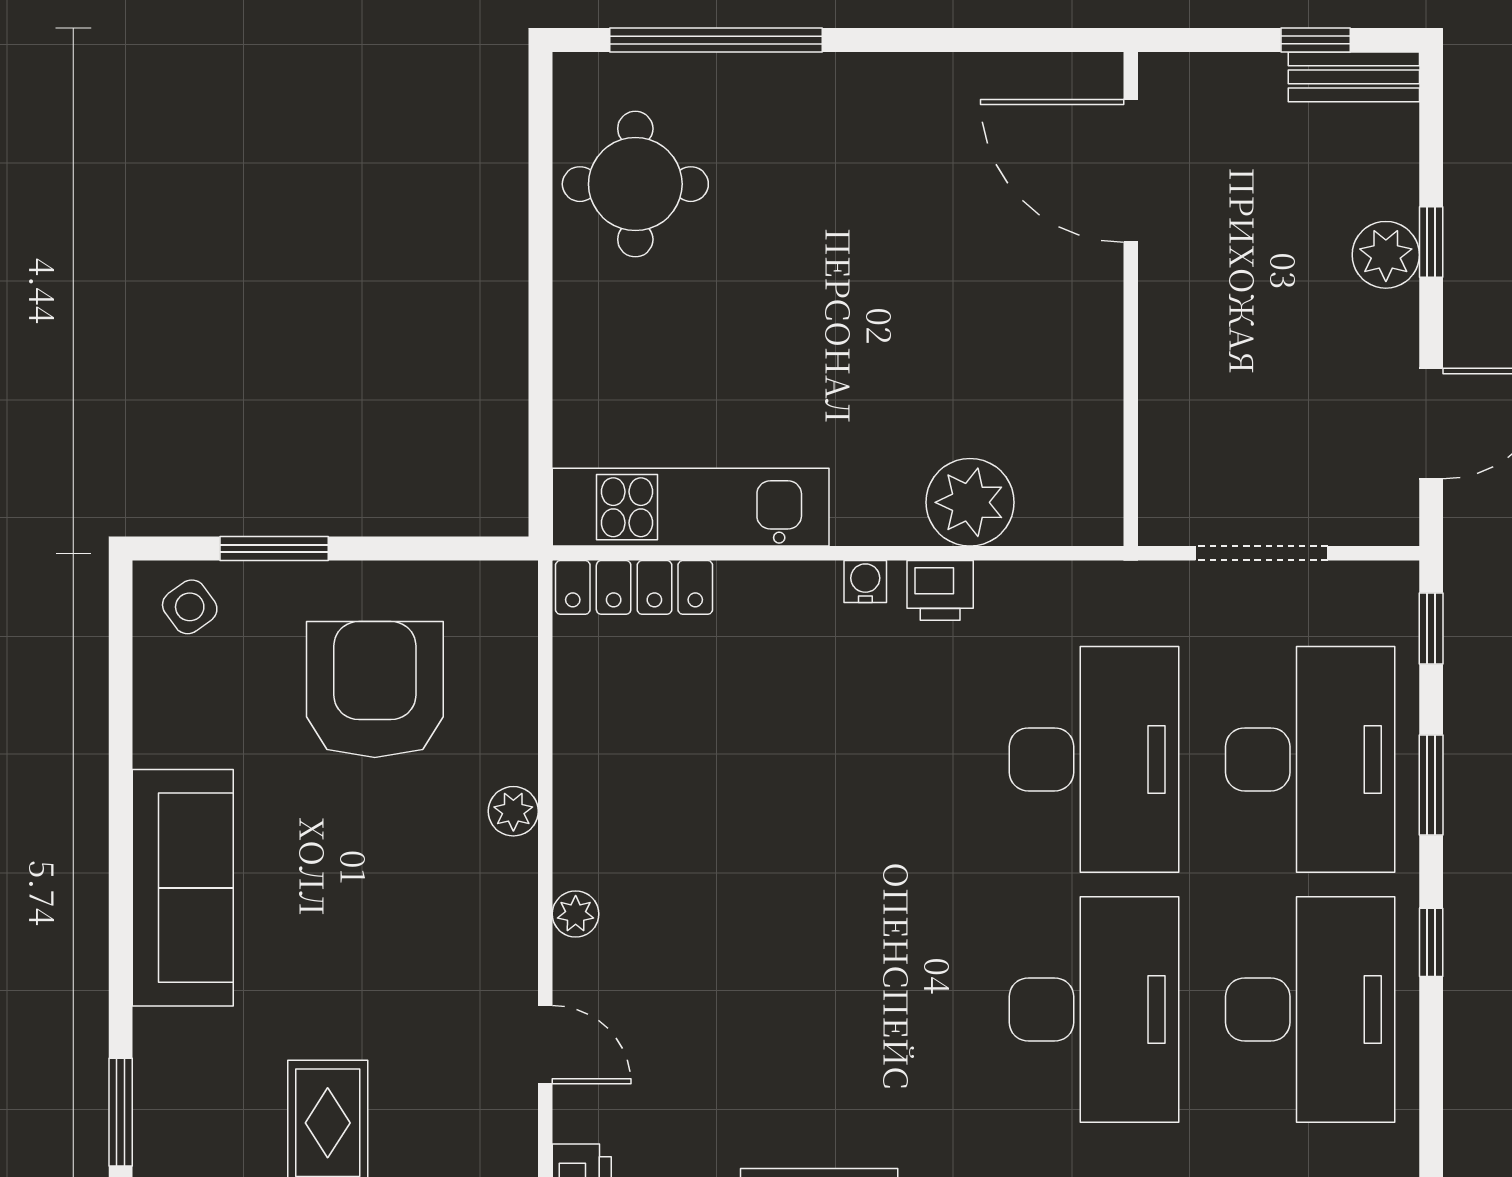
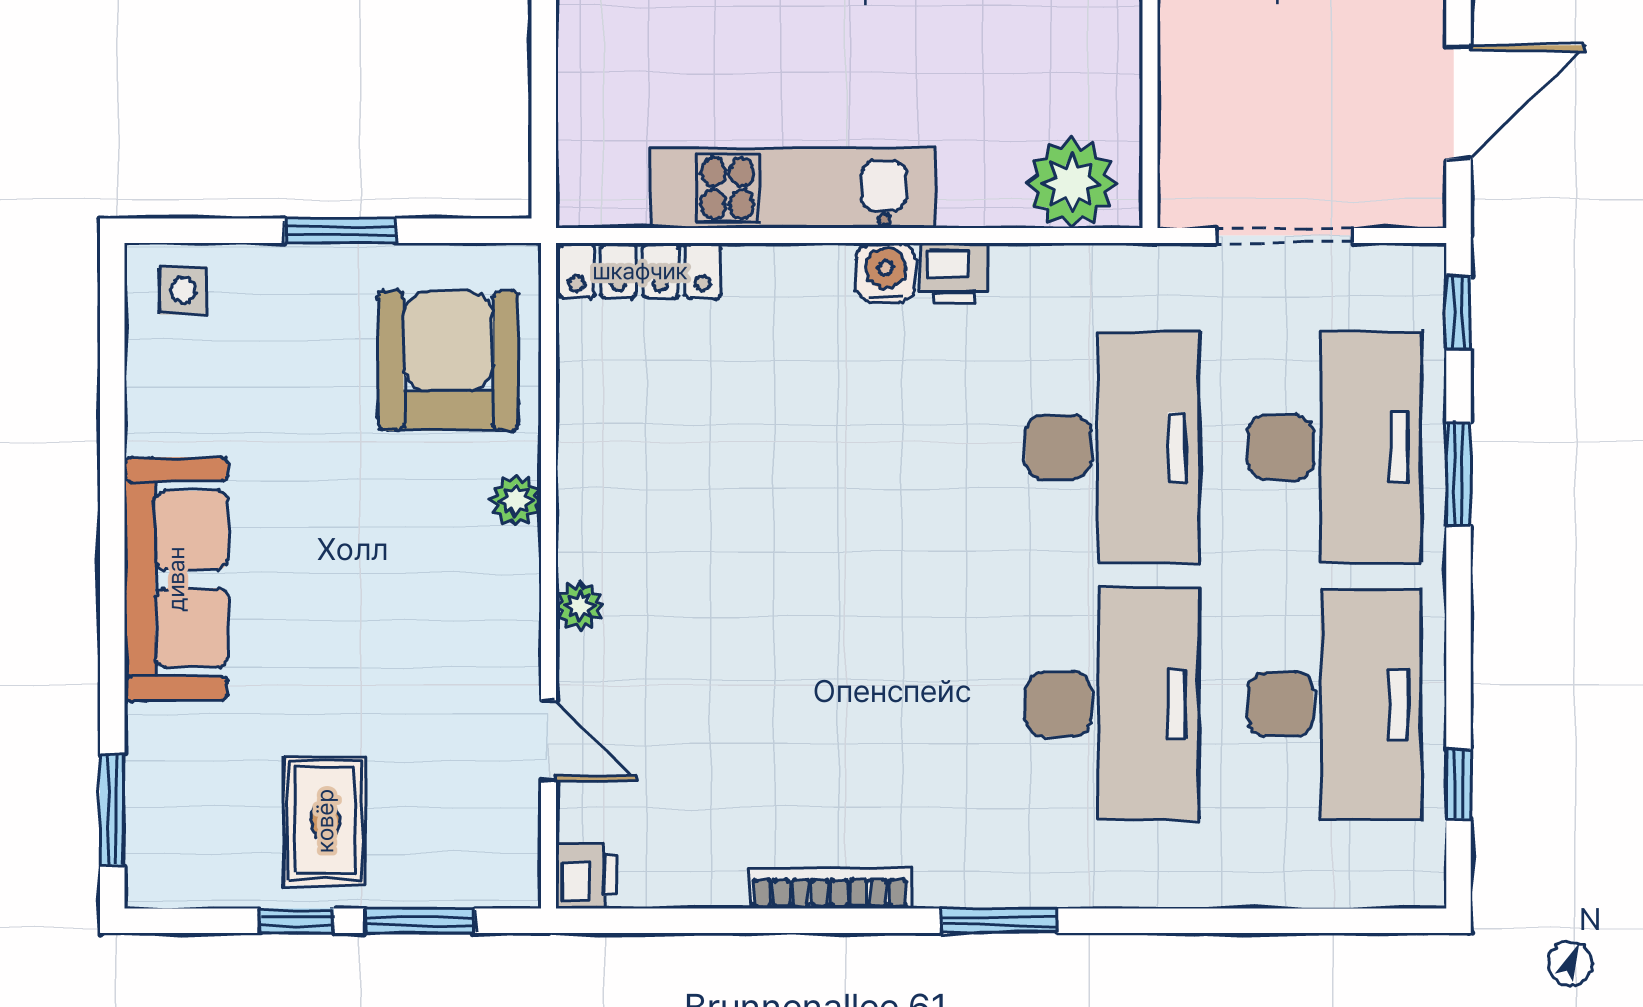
plant: (970, 502) -> (1071, 183), moved
kitchen unit: (691, 507) -> (793, 188), moved
window: (274, 549) -> (341, 231), moved
water cooler: (865, 581) -> (886, 273), width x1.38, depth x1.38
side table: (190, 607) -> (183, 291), turned 36
armchair: (375, 690) -> (448, 361), moved
window: (1431, 942) -> (1459, 784), moved

